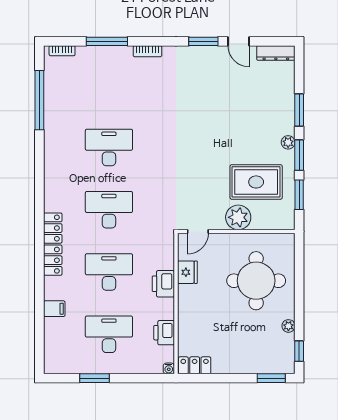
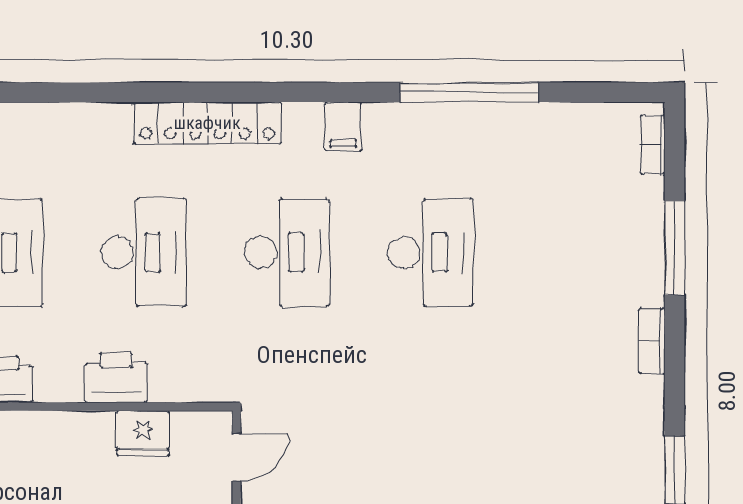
window: (39, 100) -> (469, 92), moved
door: (198, 231) -> (237, 457), swing flipped
filing cabinet: (54, 309) -> (343, 126), moved

